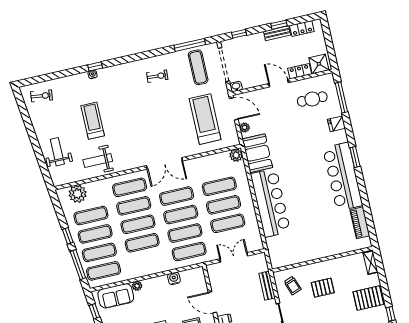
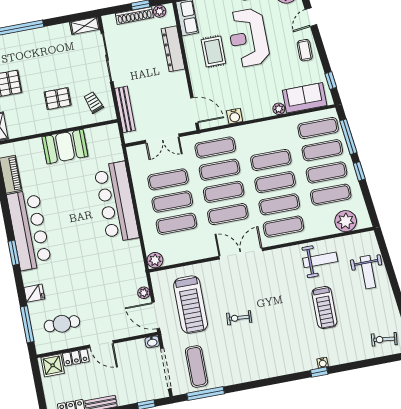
exercise bike: (157, 76) -> (239, 318), moved
booth: (257, 153) -> (65, 147), moved, turned 90
bench: (267, 286) -> (125, 109), width x1.36
door: (212, 302) -> (194, 110), moved

